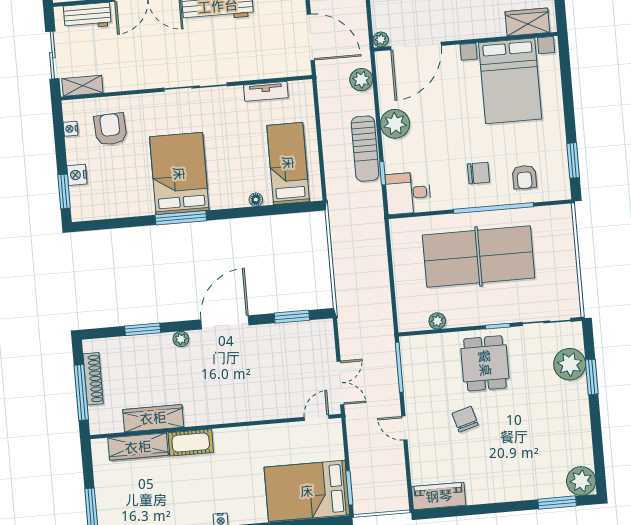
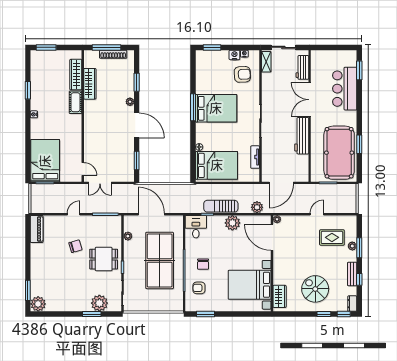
bed: (288, 163) -> (217, 165), width x1.50
nightstand: (77, 175) -> (234, 55), moved
door: (392, 280) -> (151, 214), added

